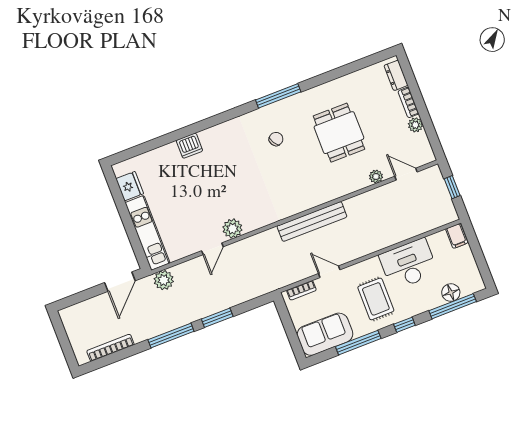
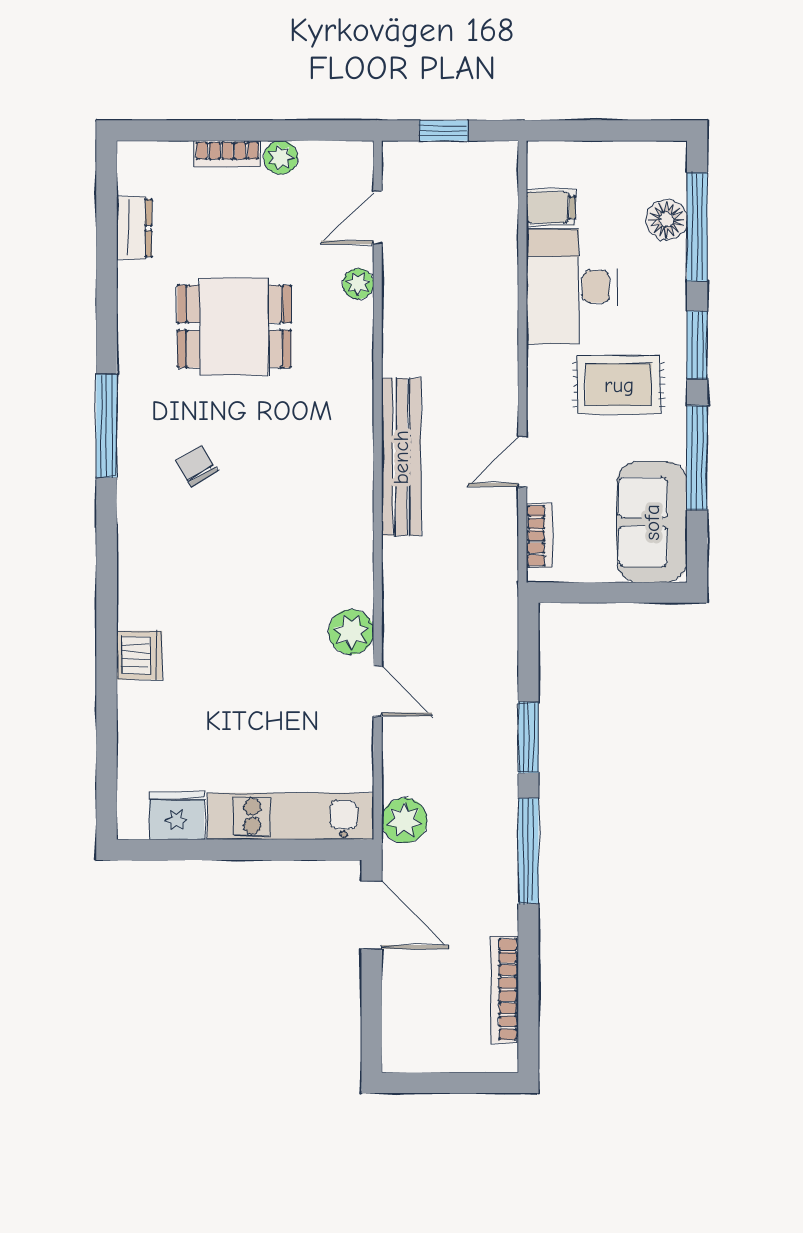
dresser: (396, 75) -> (134, 228), moved, turned -90
filing cabinet: (457, 236) -> (551, 208), moved
window: (404, 325) -> (697, 345), width x1.50

